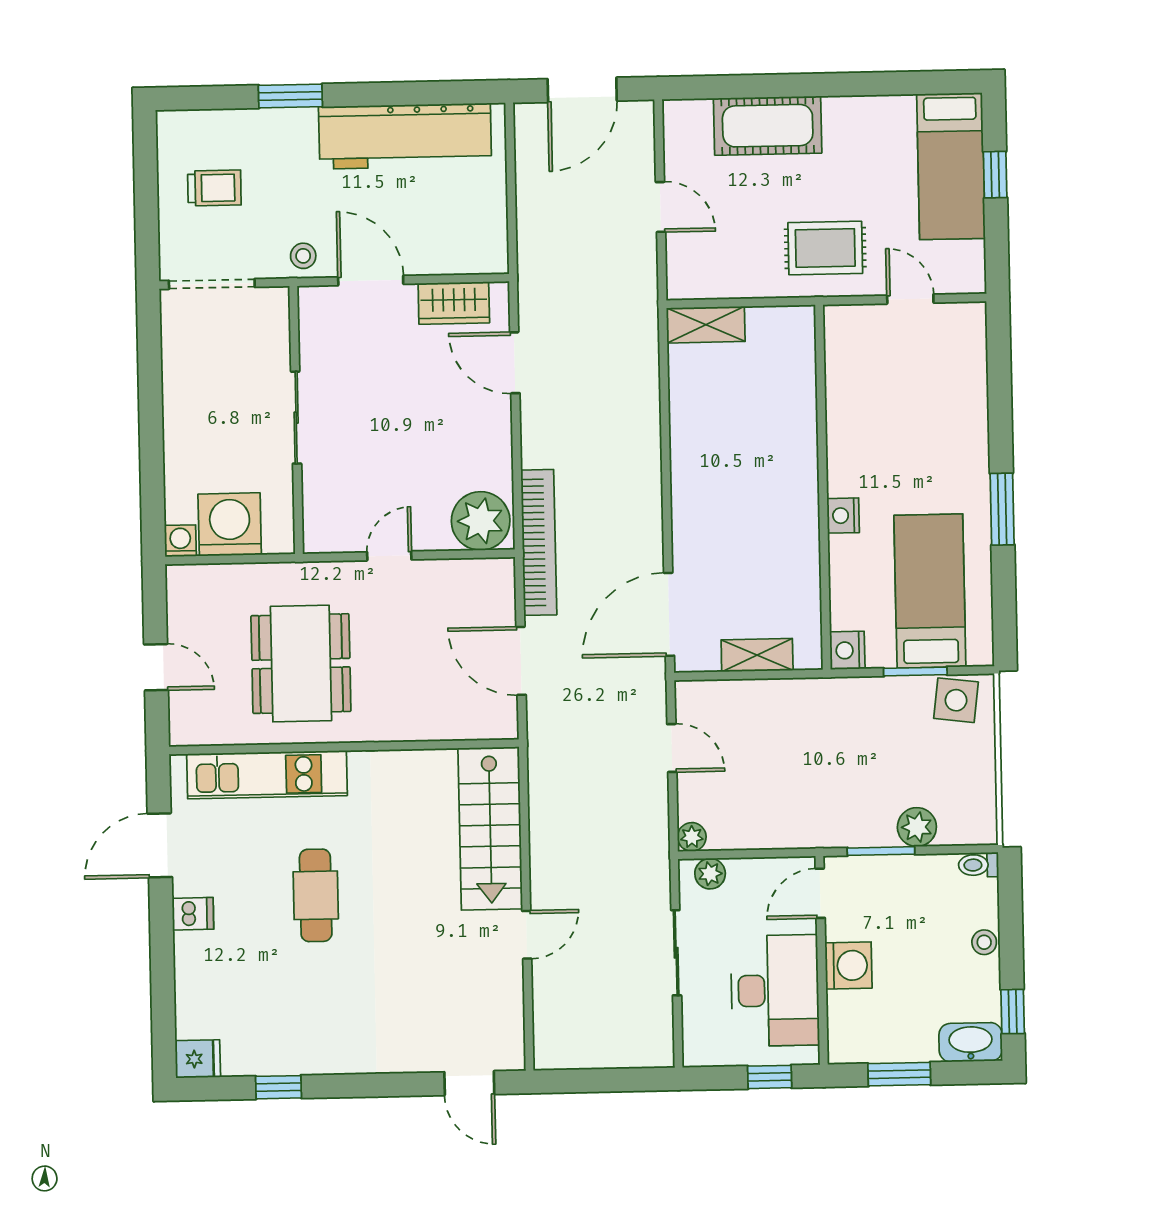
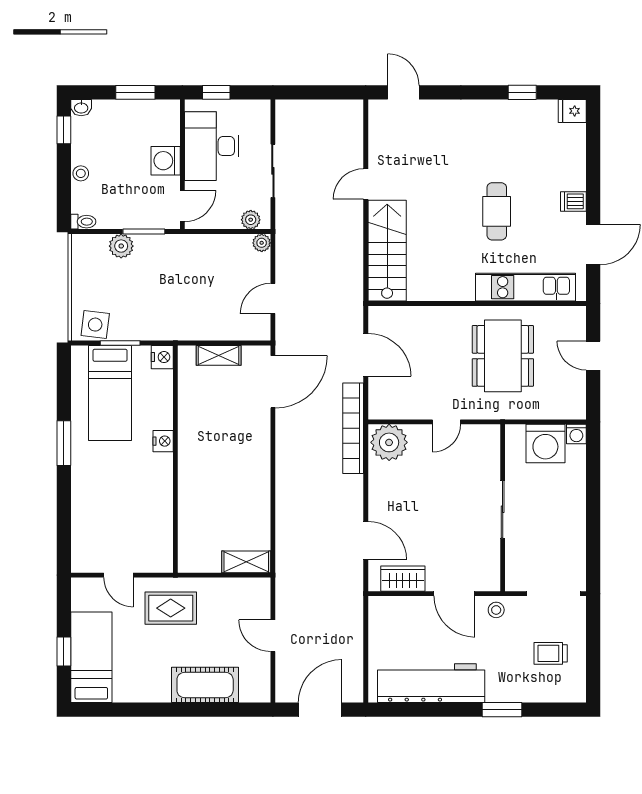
door: (672, 748) -> (273, 298), hinge flipped
washbasin: (971, 1042) -> (81, 108), width x0.52, depth x0.69

